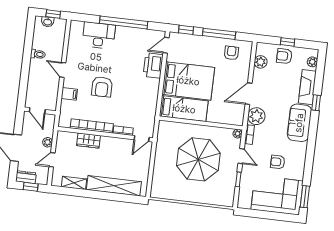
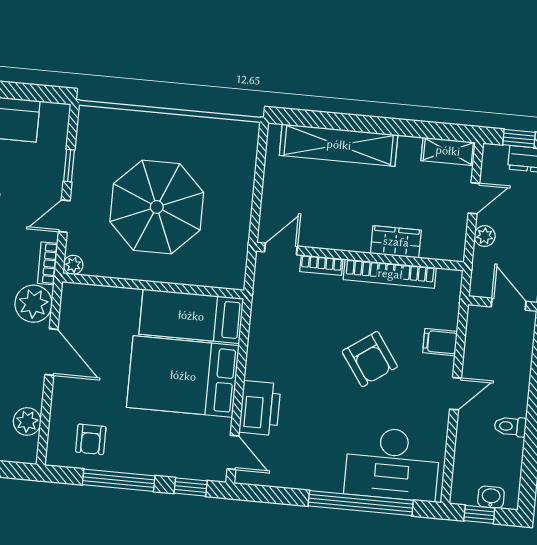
window: (124, 22) -> (361, 503), moved
desk: (99, 35) -> (392, 464), width x1.36, depth x1.30
door: (166, 45) -> (233, 452), hinge flipped
door: (63, 70) -> (455, 394), hinge flipped
armchair: (102, 87) -> (370, 359), turned 145
door: (249, 94) -> (51, 352), hinge flipped
door: (241, 156) -> (64, 216), hinge flipped
shelving: (74, 183) -> (448, 151), moved

